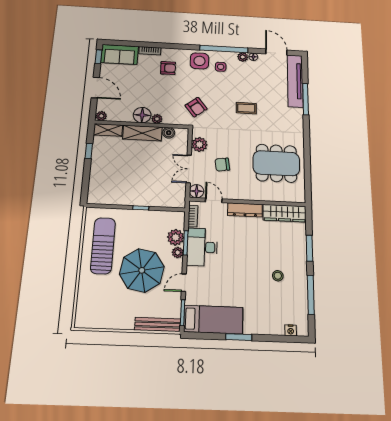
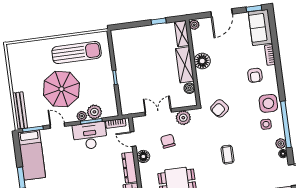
plant: (157, 119) -> (201, 75), removed
floor lamp: (197, 191) -> (143, 156), moved
door: (214, 200) -> (133, 139), swing flipped

